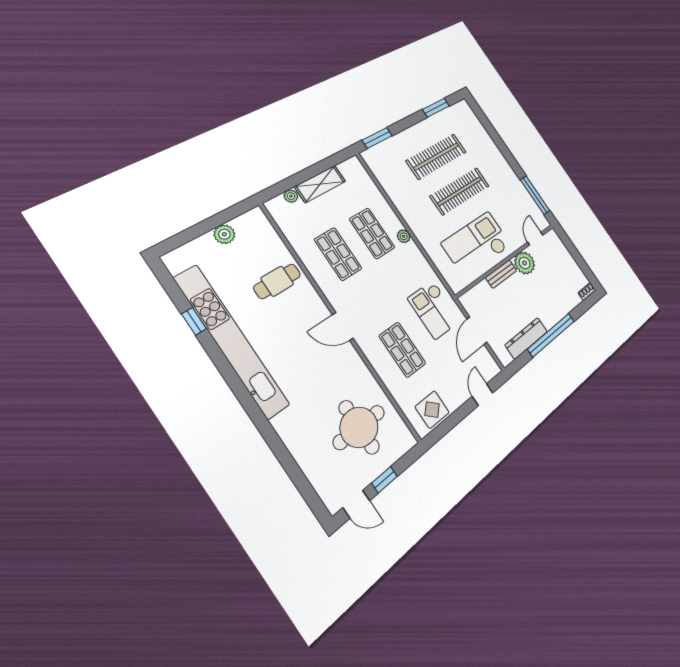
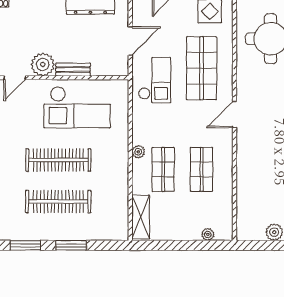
window: (377, 138) -> (71, 245), moved
shelving: (320, 184) -> (141, 217), moved, turned 90
cafe table: (277, 281) -> (260, 176), removed
door: (343, 326) -> (235, 115), swing flipped
shop shelf: (402, 350) -> (202, 68), width x1.43, depth x1.36

